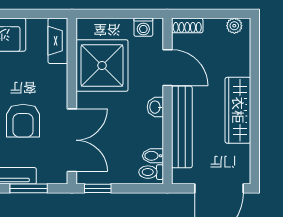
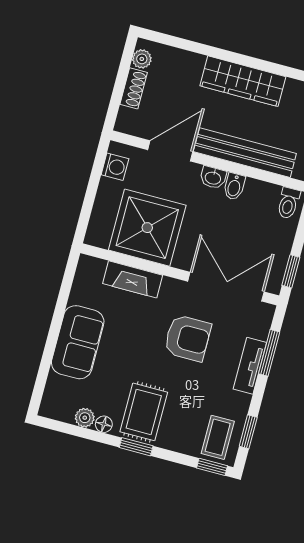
shoe rack: (187, 25) -> (134, 88), moved
fireplace: (58, 41) -> (133, 279), moved
bidet: (153, 156) -> (234, 186), moved

